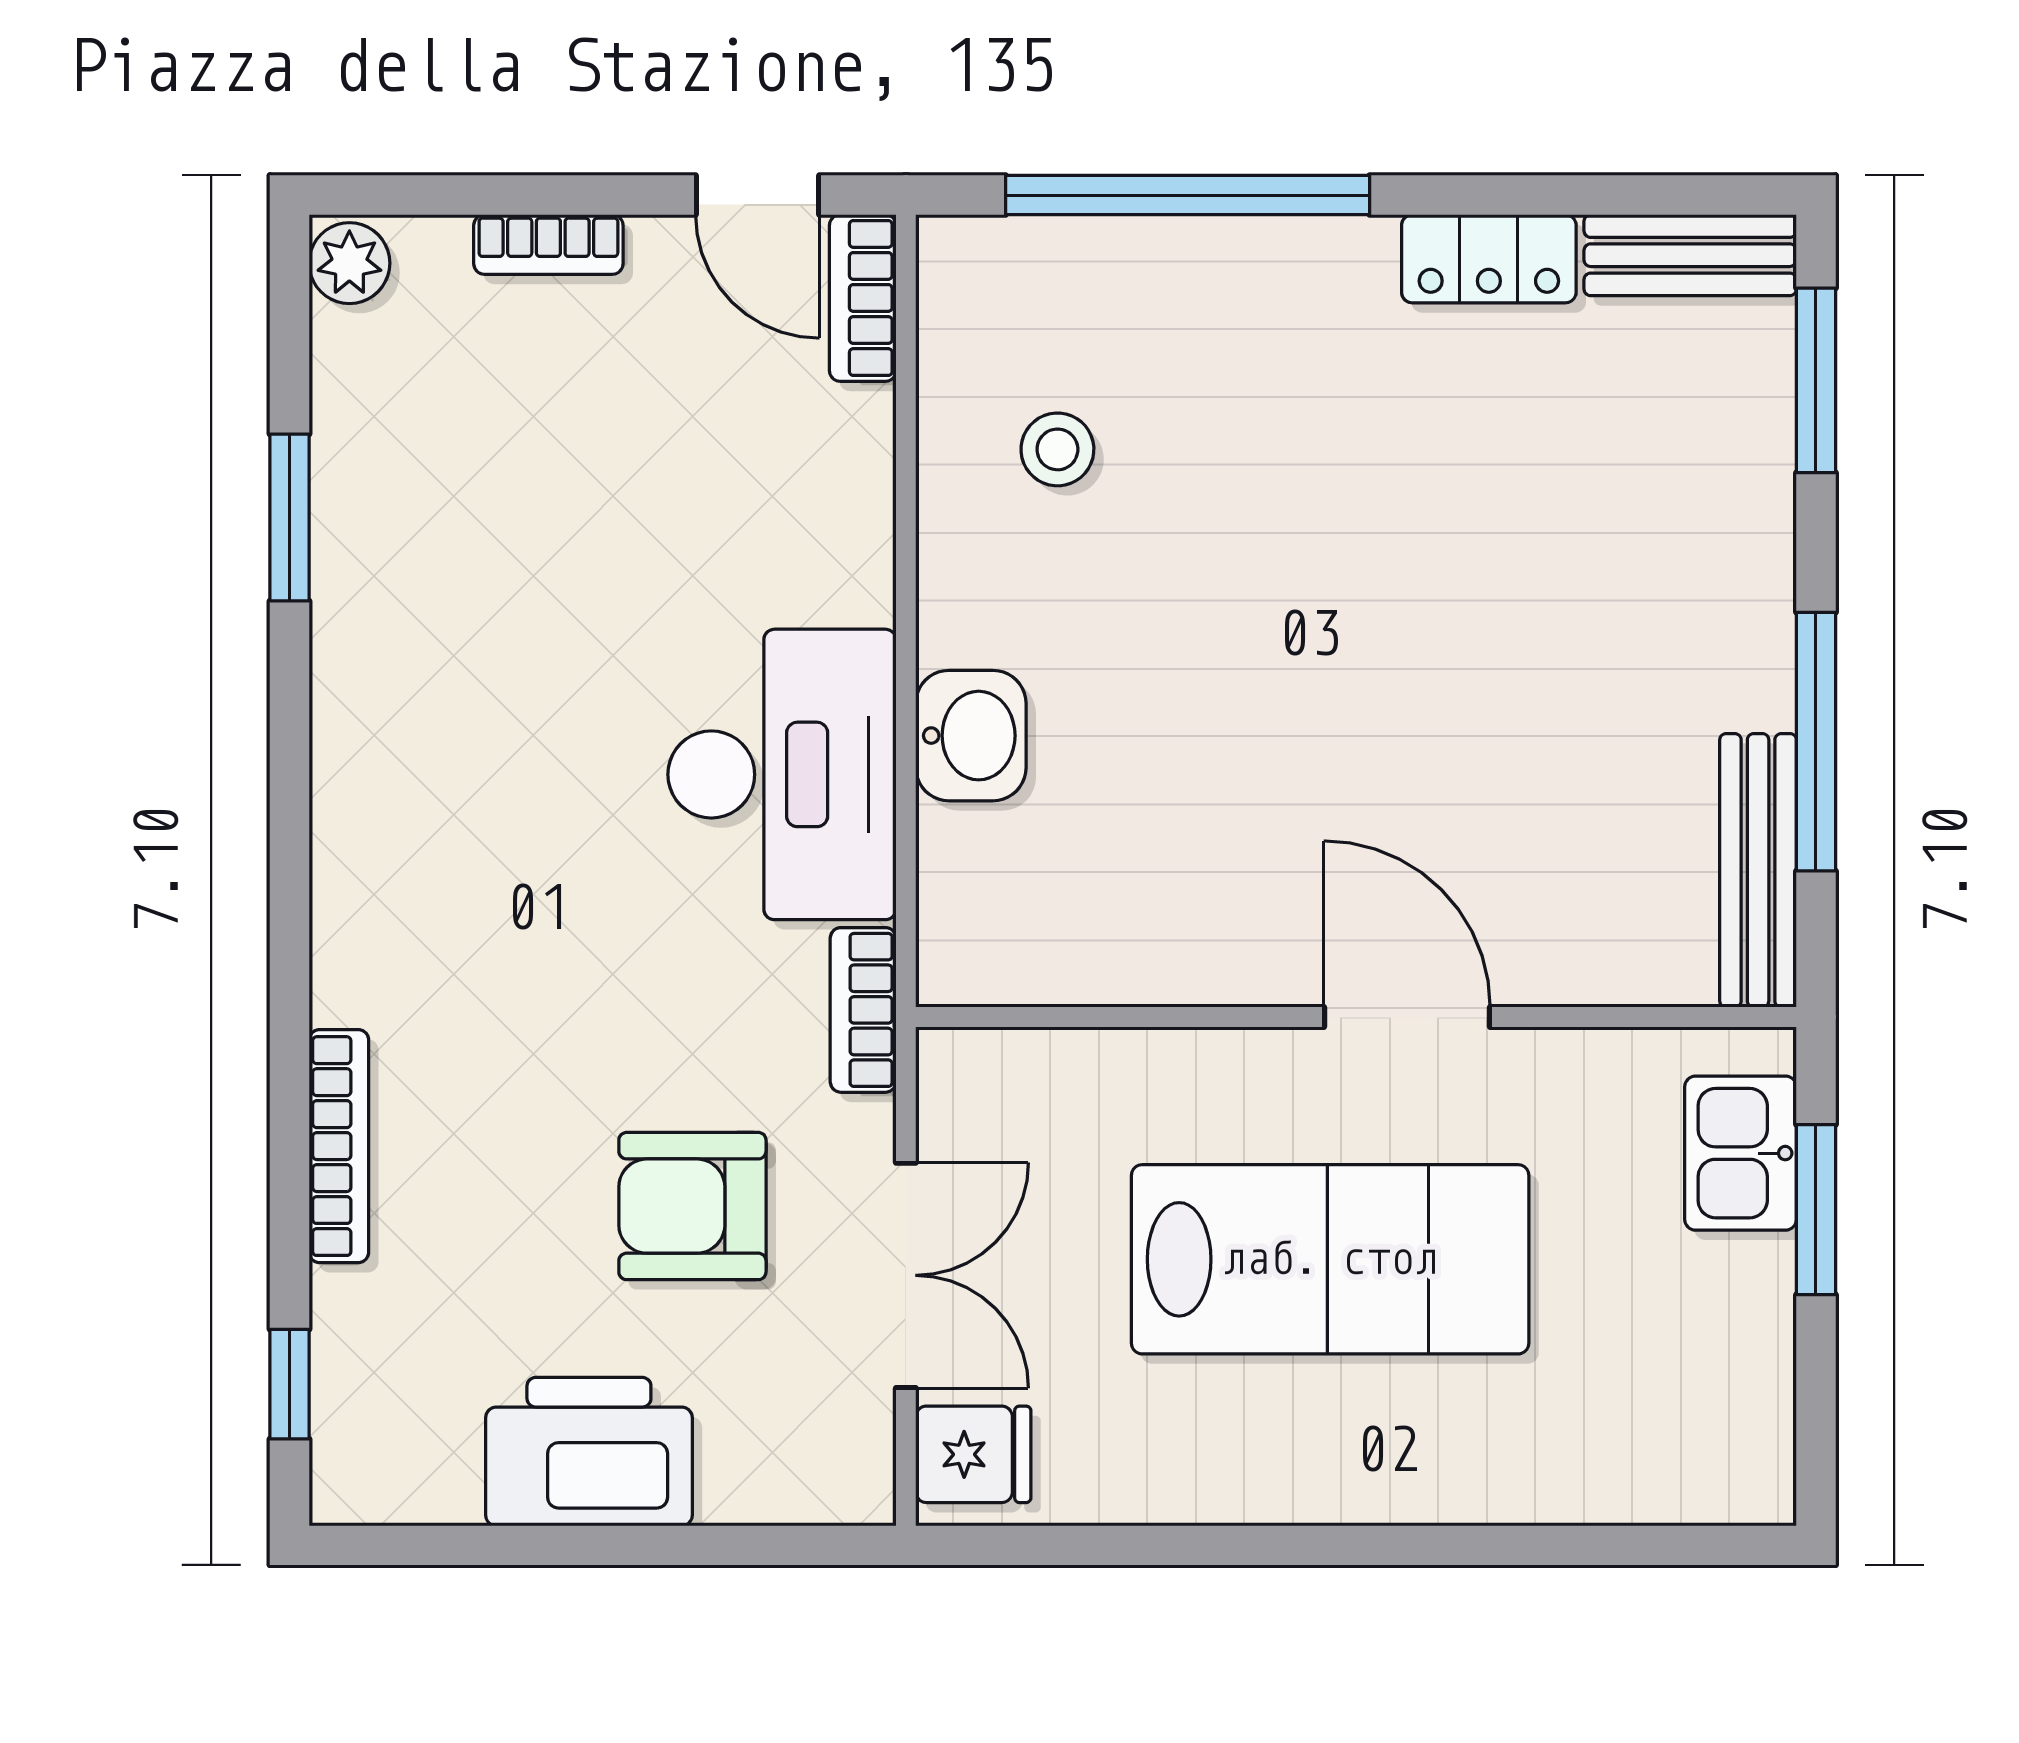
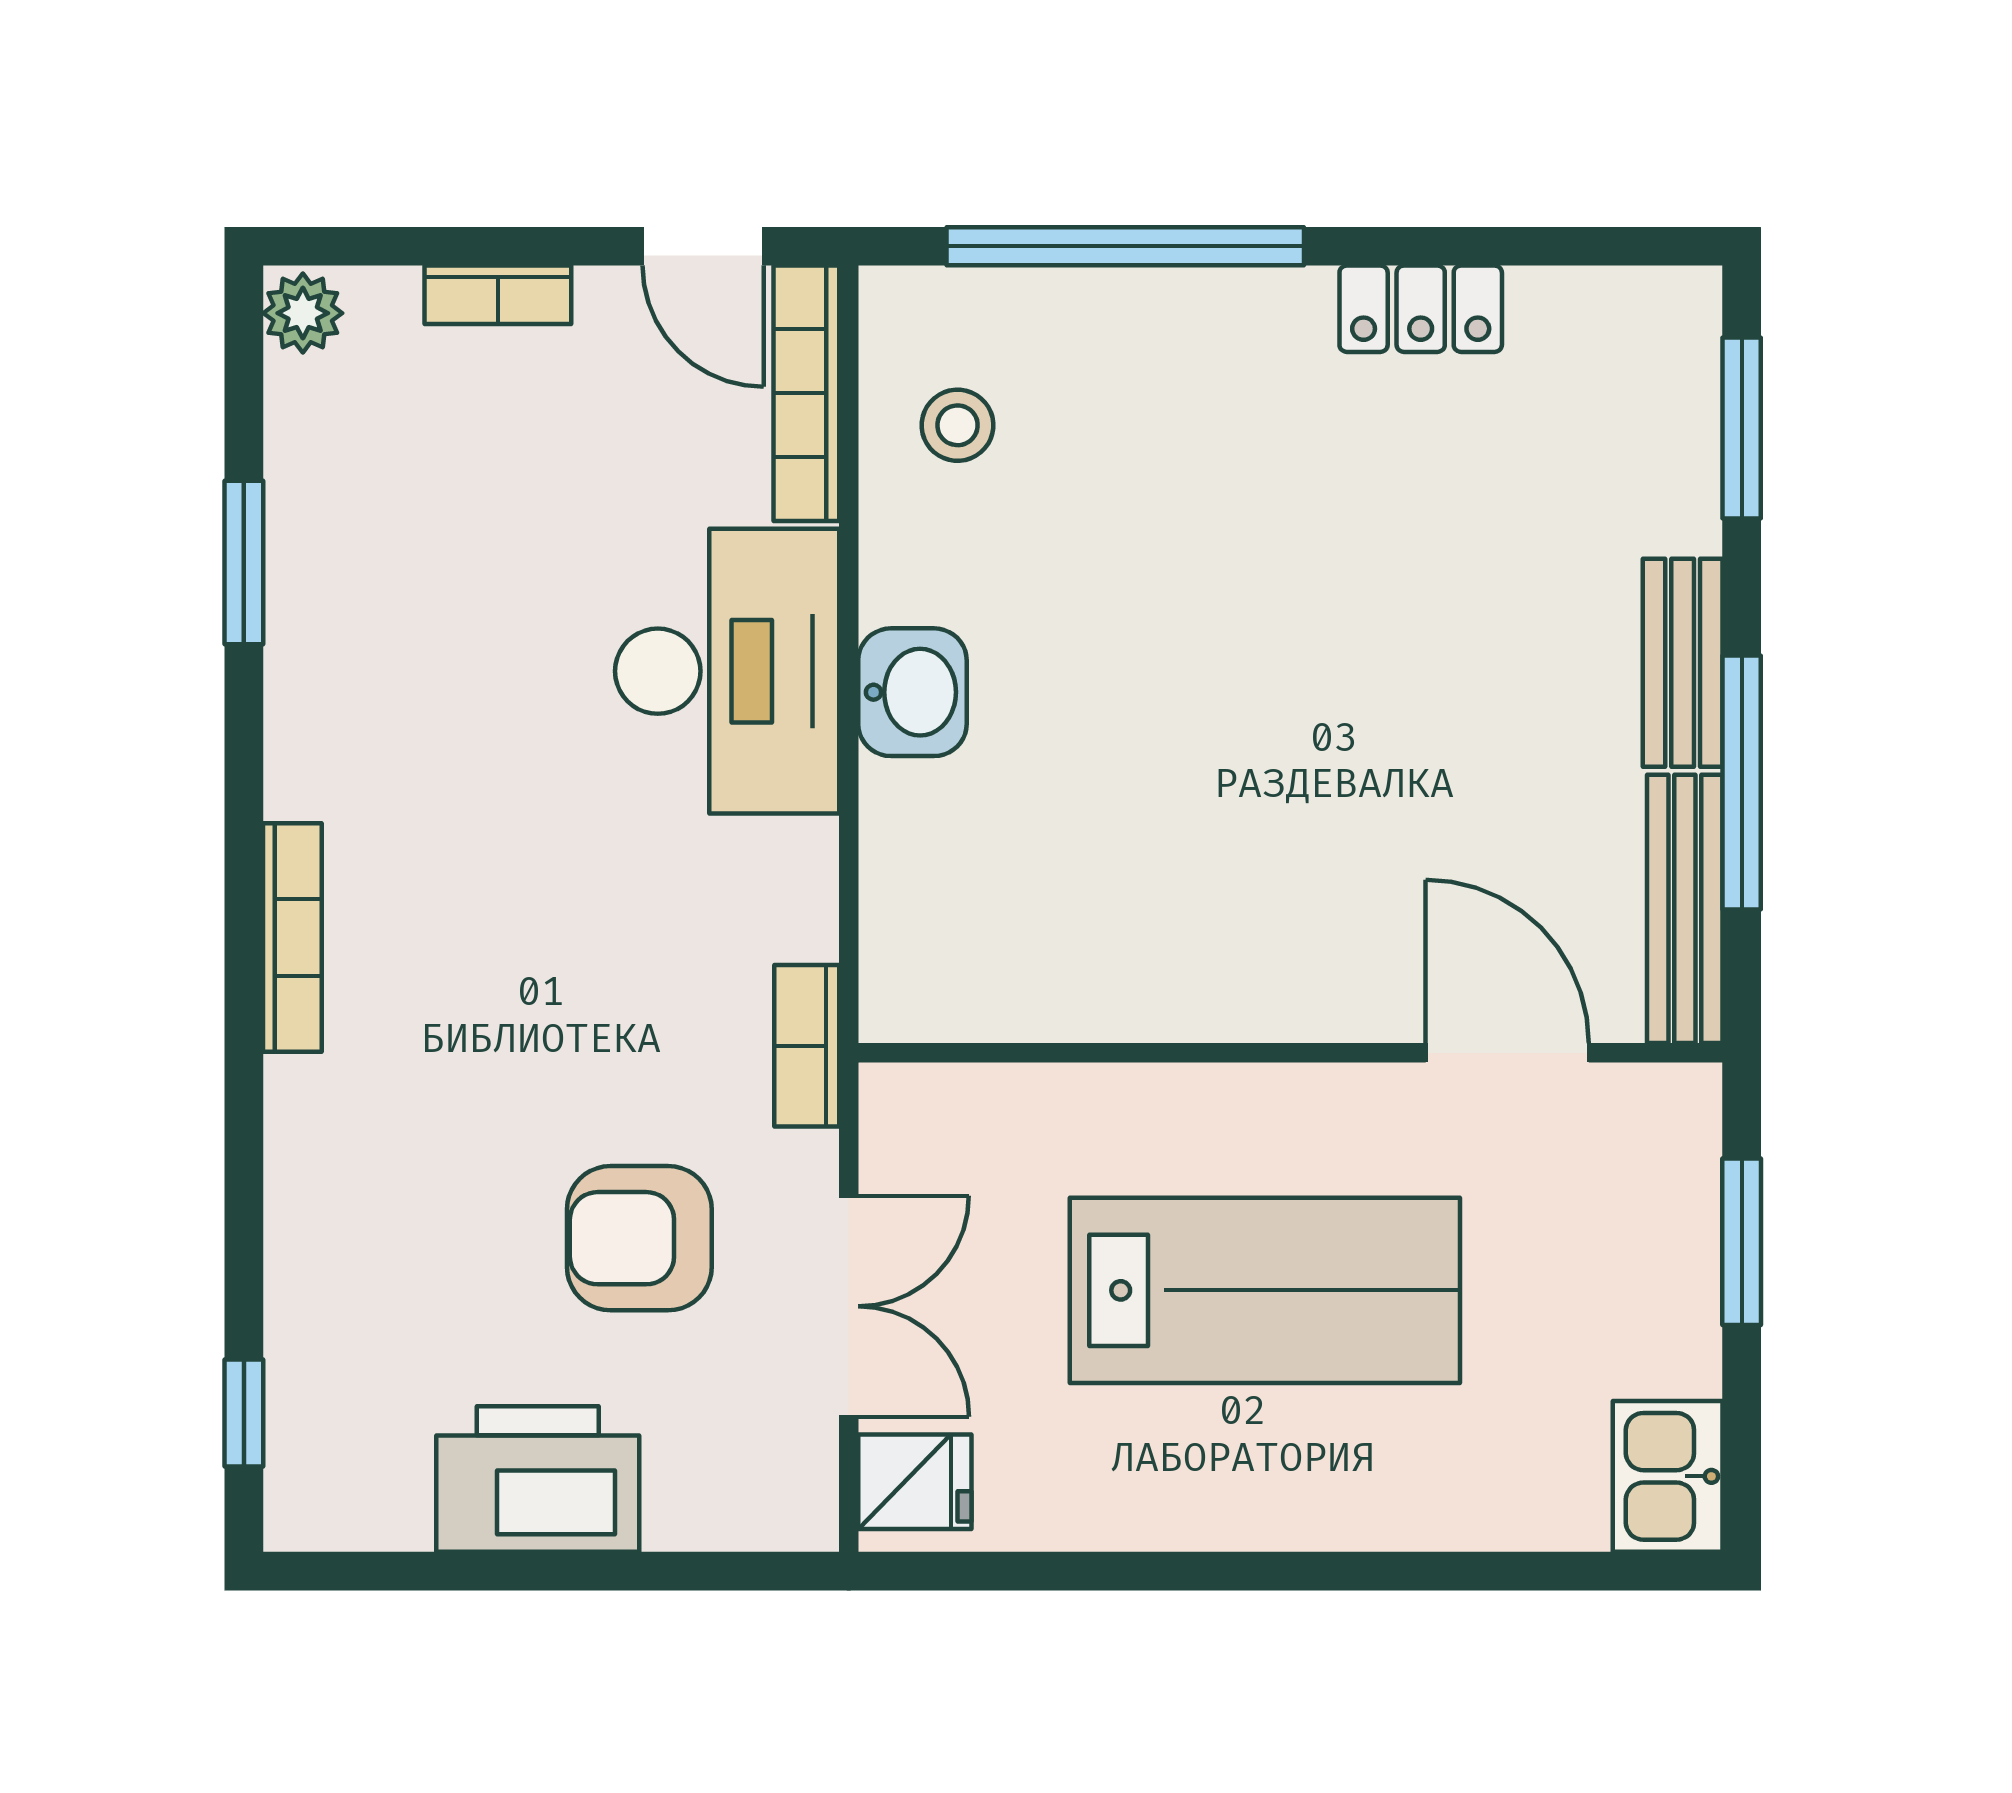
bench: (1690, 255) -> (1683, 663), moved, turned 90
bookcase: (863, 298) -> (806, 393), width x1.56
stool: (1057, 449) -> (958, 425), moved
washbasin: (971, 736) -> (912, 692), moved
desk: (782, 774) -> (727, 671), moved
door: (1407, 1017) -> (1507, 1053), moved
bookcase: (339, 1146) -> (292, 937), moved
kitchen sink: (1741, 1153) -> (1668, 1476), moved

